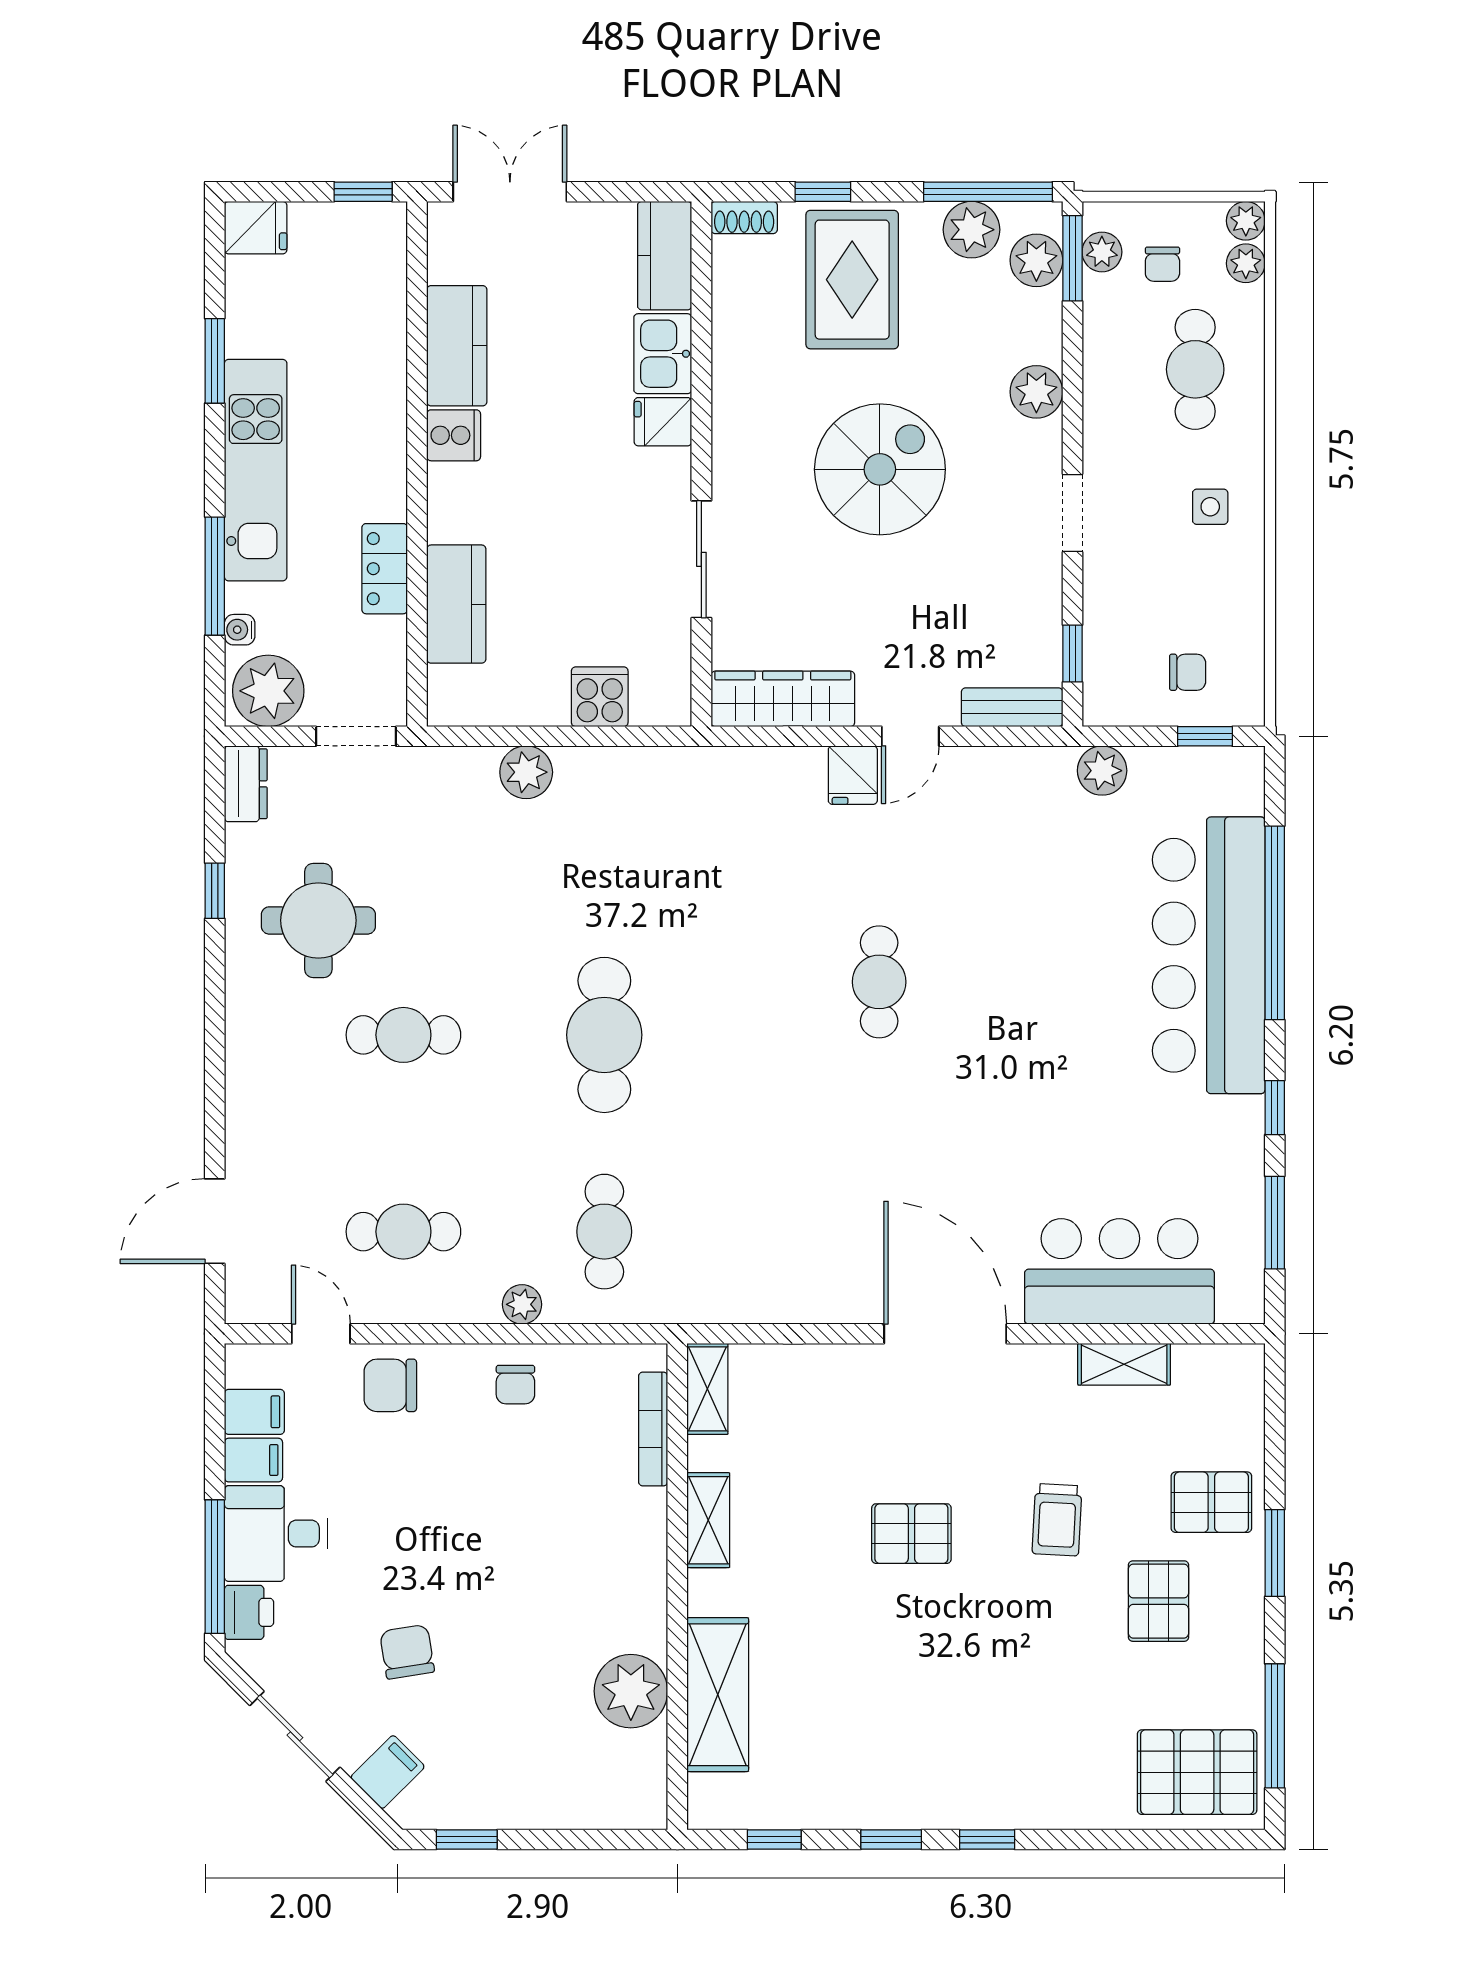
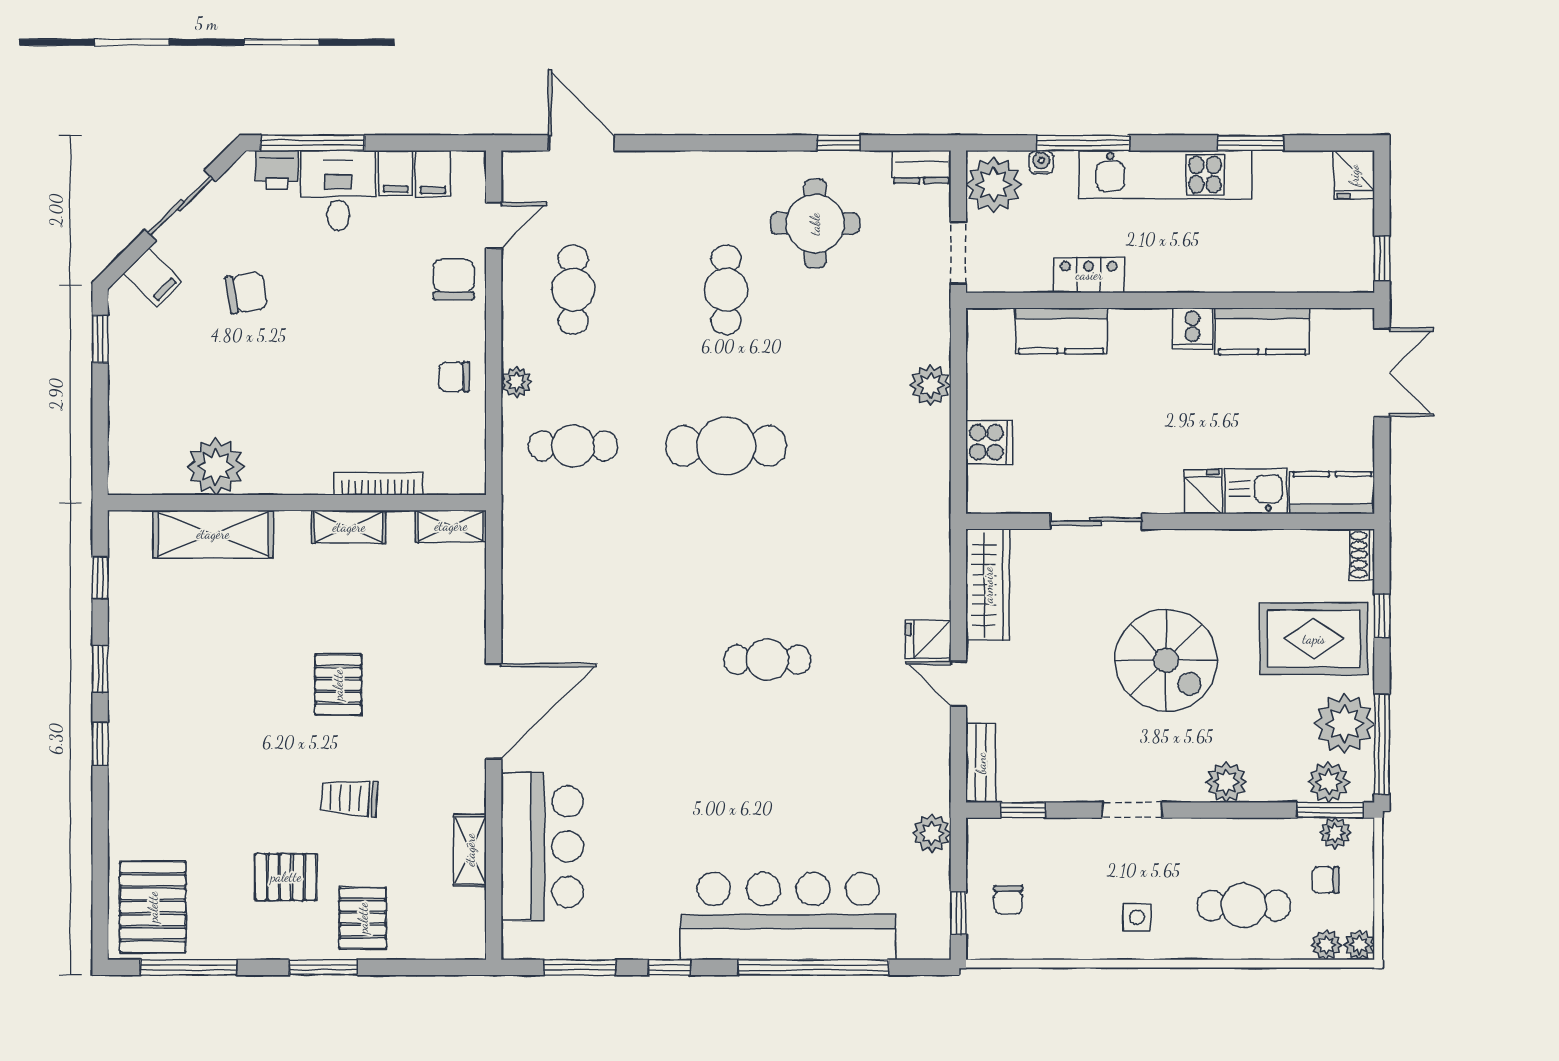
plant: (971, 230) -> (1344, 724), width x1.36, depth x1.36
bookcase: (653, 1429) -> (378, 484), moved

